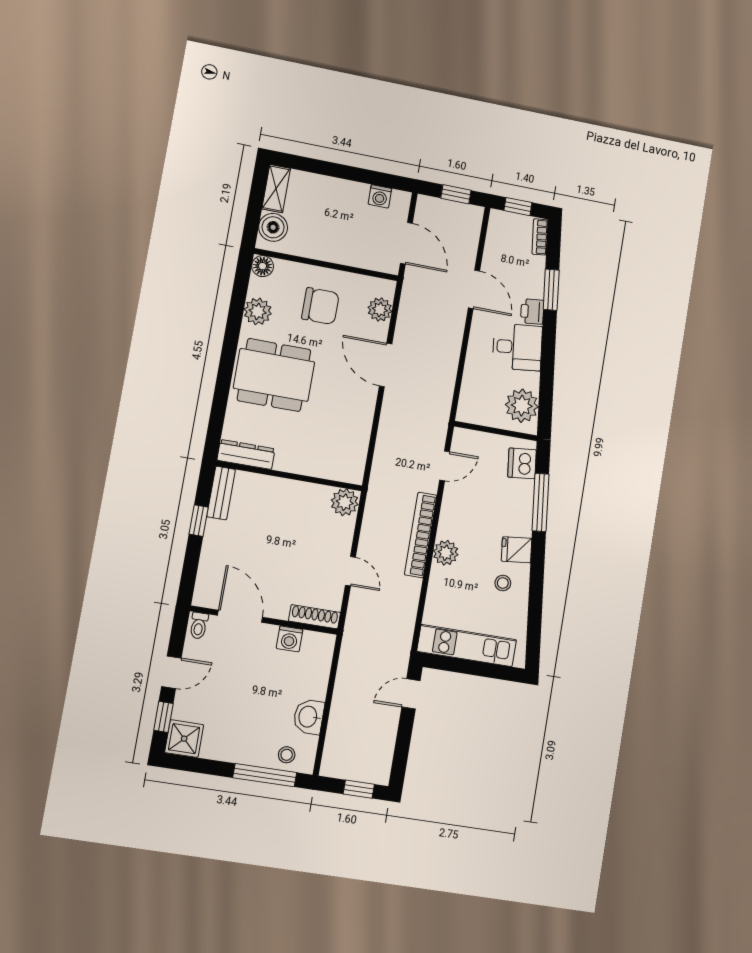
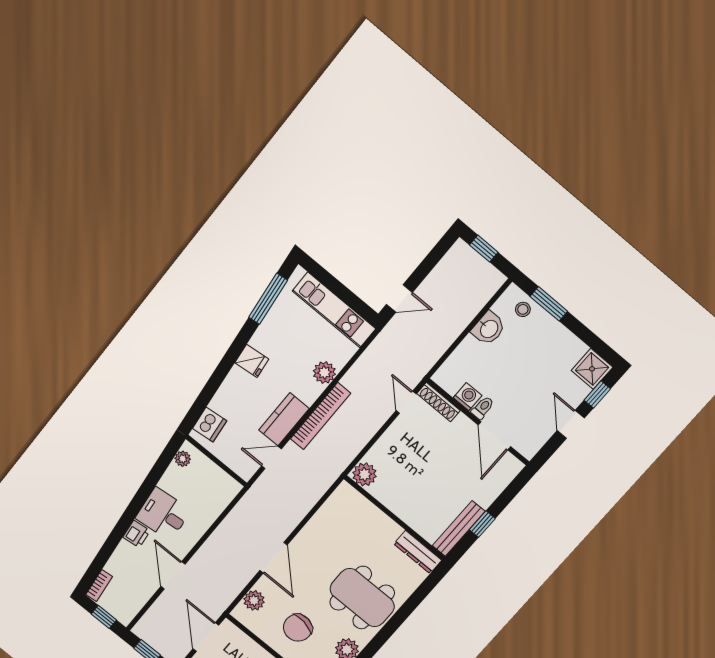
window: (551, 290) -> (112, 542), removed
chair: (320, 306) -> (298, 628), turned -81
plant: (522, 406) -> (183, 459), width x0.53, depth x0.53
bench: (221, 493) -> (459, 529), width x1.36
window: (540, 502) -> (268, 299), moved
kitchen counter: (454, 511) -> (284, 419), added
plant: (446, 553) -> (324, 373), moved
door: (350, 571) -> (406, 402), moved
stool: (503, 583) -> (277, 342), removed
toilet: (199, 626) -> (483, 408), moved
door: (171, 672) -> (571, 424), hinge flipped
window: (265, 775) -> (549, 304), width x0.69

